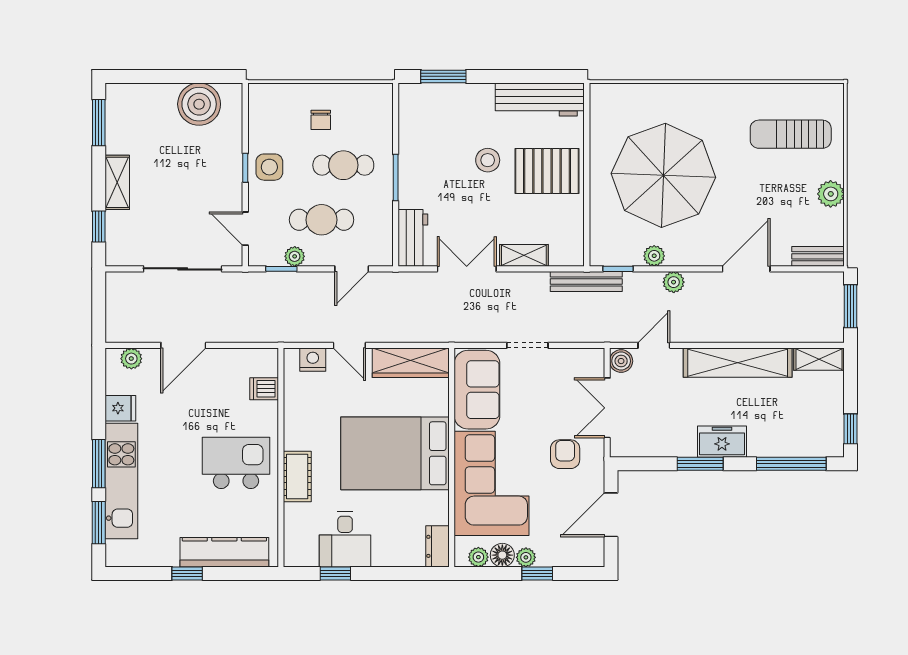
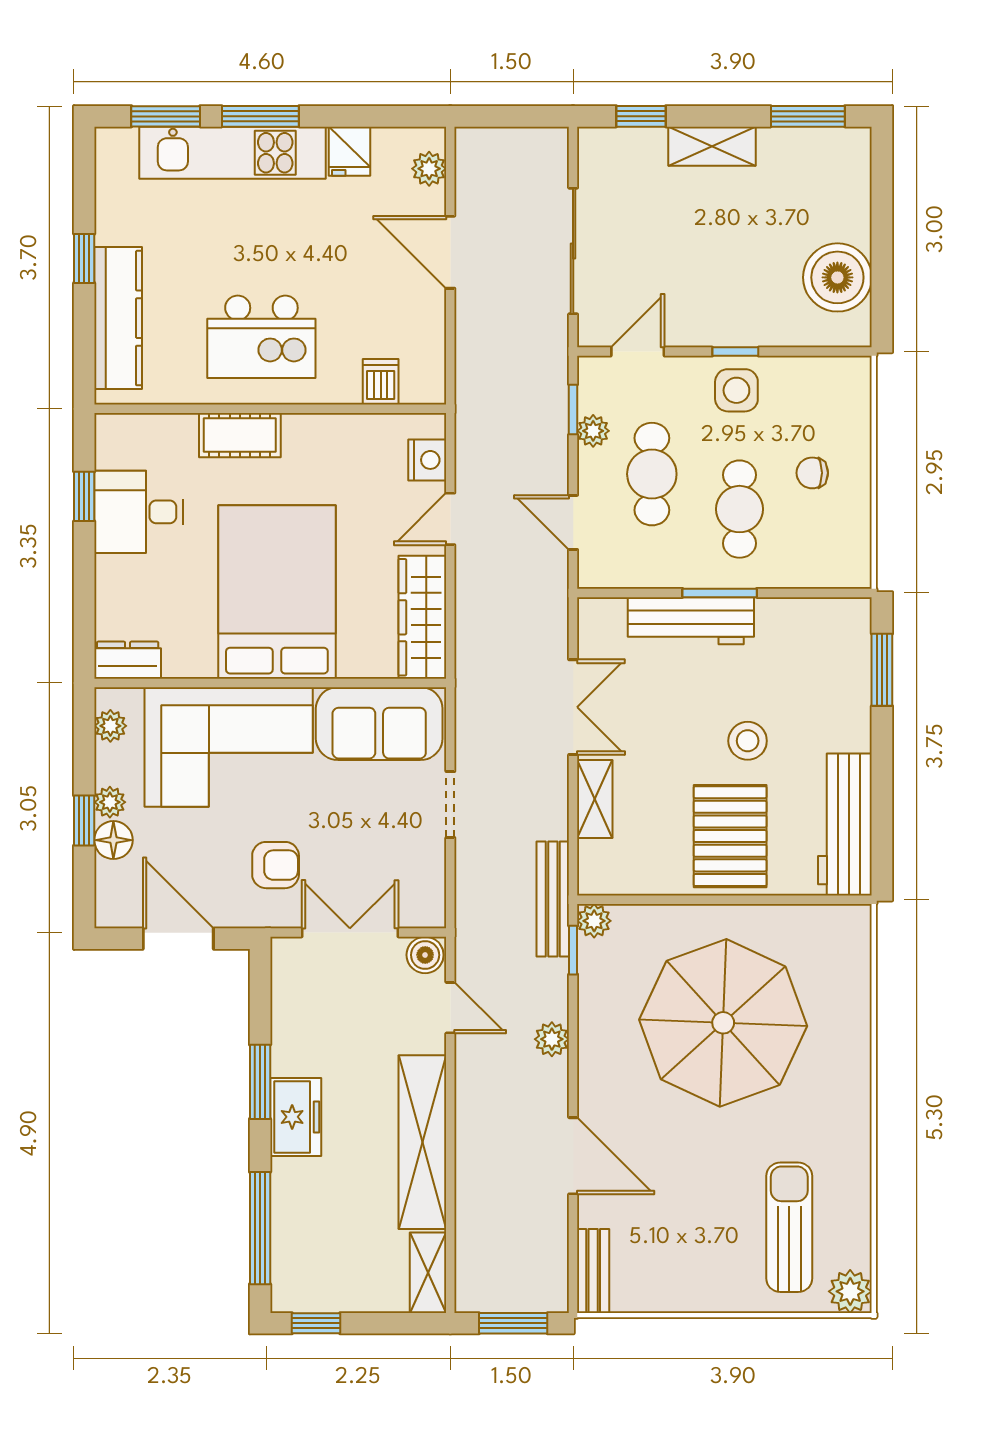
plant: (831, 194) -> (850, 1291), moved
workbench: (413, 238) -> (691, 621), moved, width x1.37
plant: (654, 256) -> (594, 921), moved
kitchen island: (236, 463) -> (261, 337), turned 90
floor lamp: (502, 555) -> (113, 840), moved

